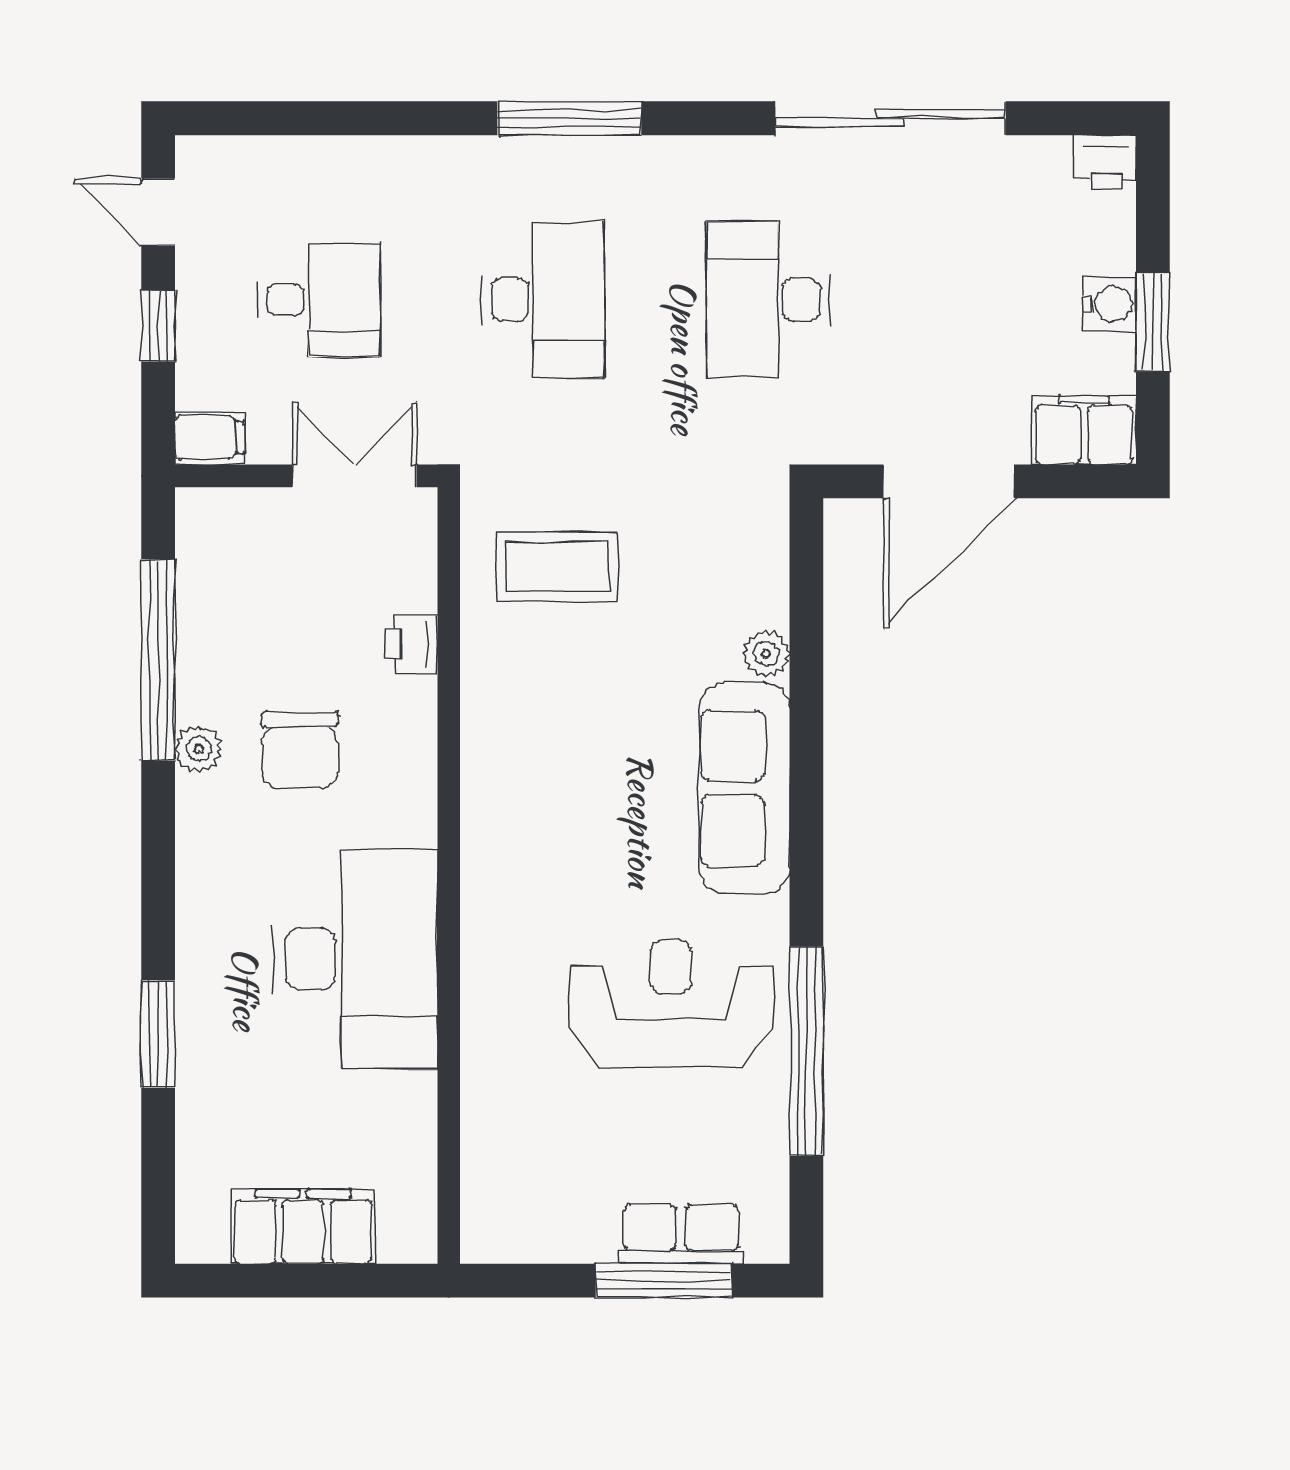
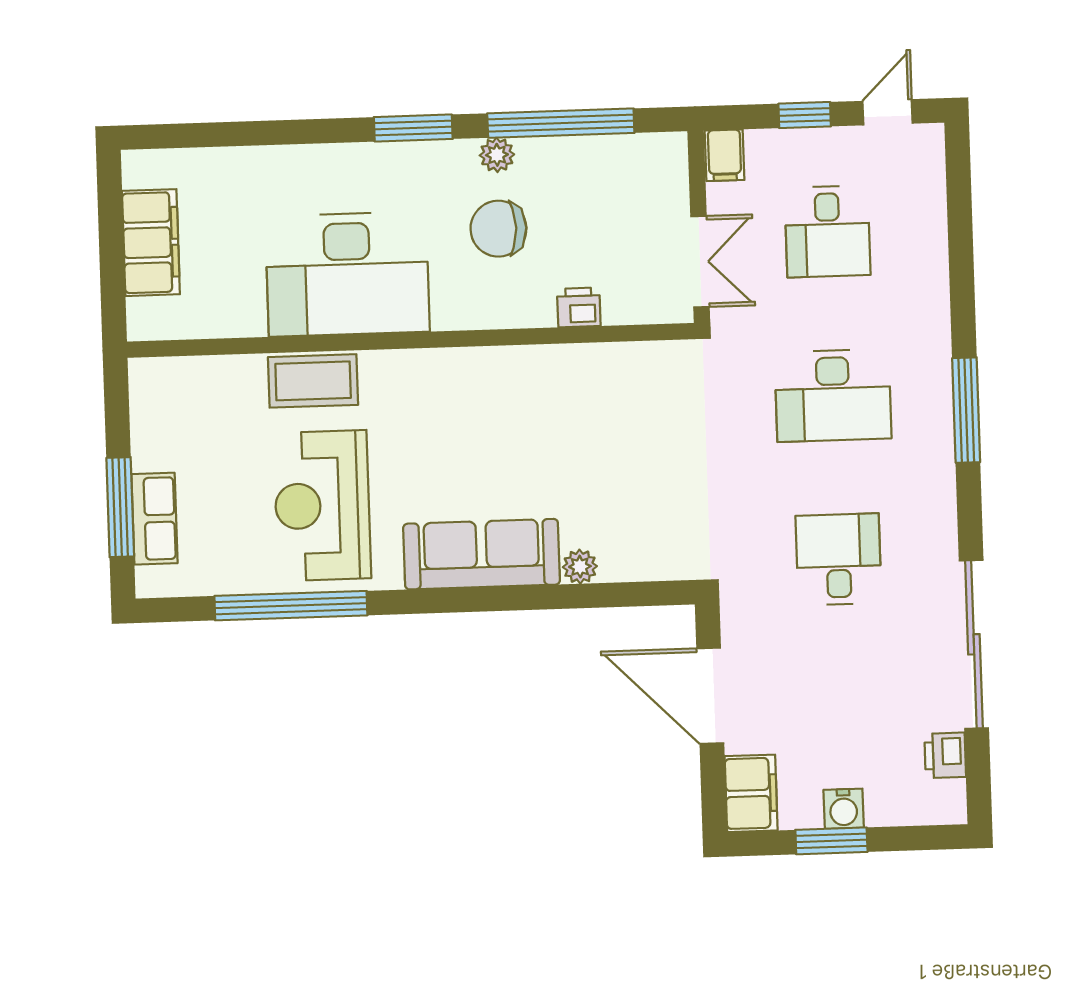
printer: (1106, 163) -> (945, 755), moved
desk: (768, 300) -> (838, 559), width x0.73
coffee table: (557, 567) -> (313, 381), moved, turned 90
reception desk: (671, 1004) -> (322, 506), turned 180
window: (158, 1034) -> (413, 128), moved

